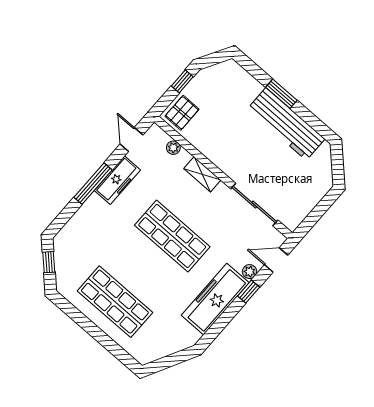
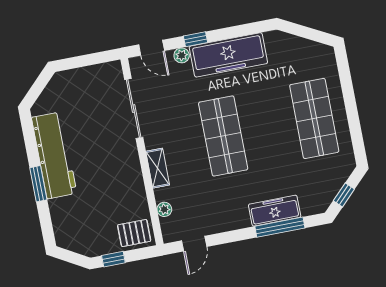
freezer: (117, 180) -> (275, 211), moved
window: (93, 184) -> (280, 227), moved

